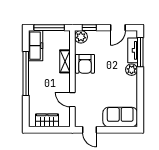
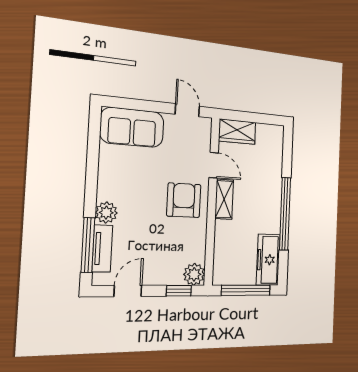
shelving: (65, 61) -> (224, 199), moved
armchair: (85, 64) -> (184, 200), moved
wardrobe: (47, 120) -> (237, 132), moved

